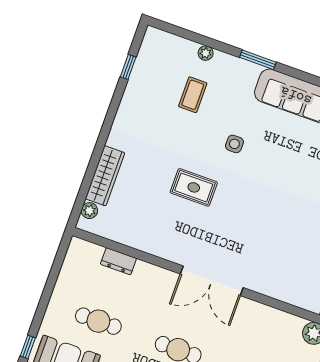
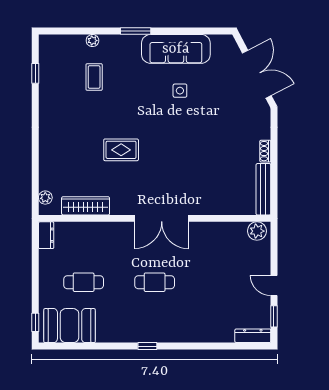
side table: (234, 144) -> (180, 91), moved
wardrobe: (105, 176) -> (86, 206), moved, turned -90
dresser: (118, 261) -> (46, 235), moved, turned -90

